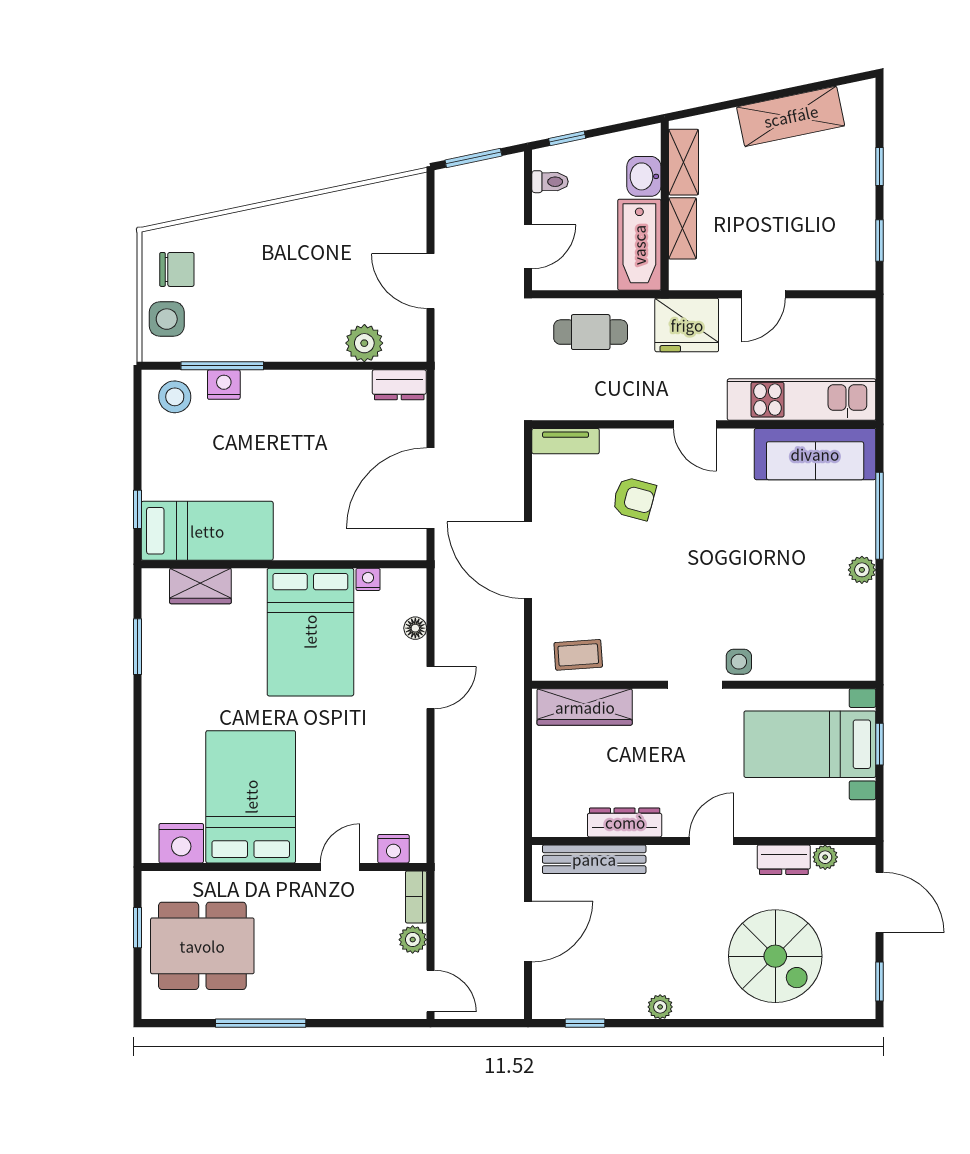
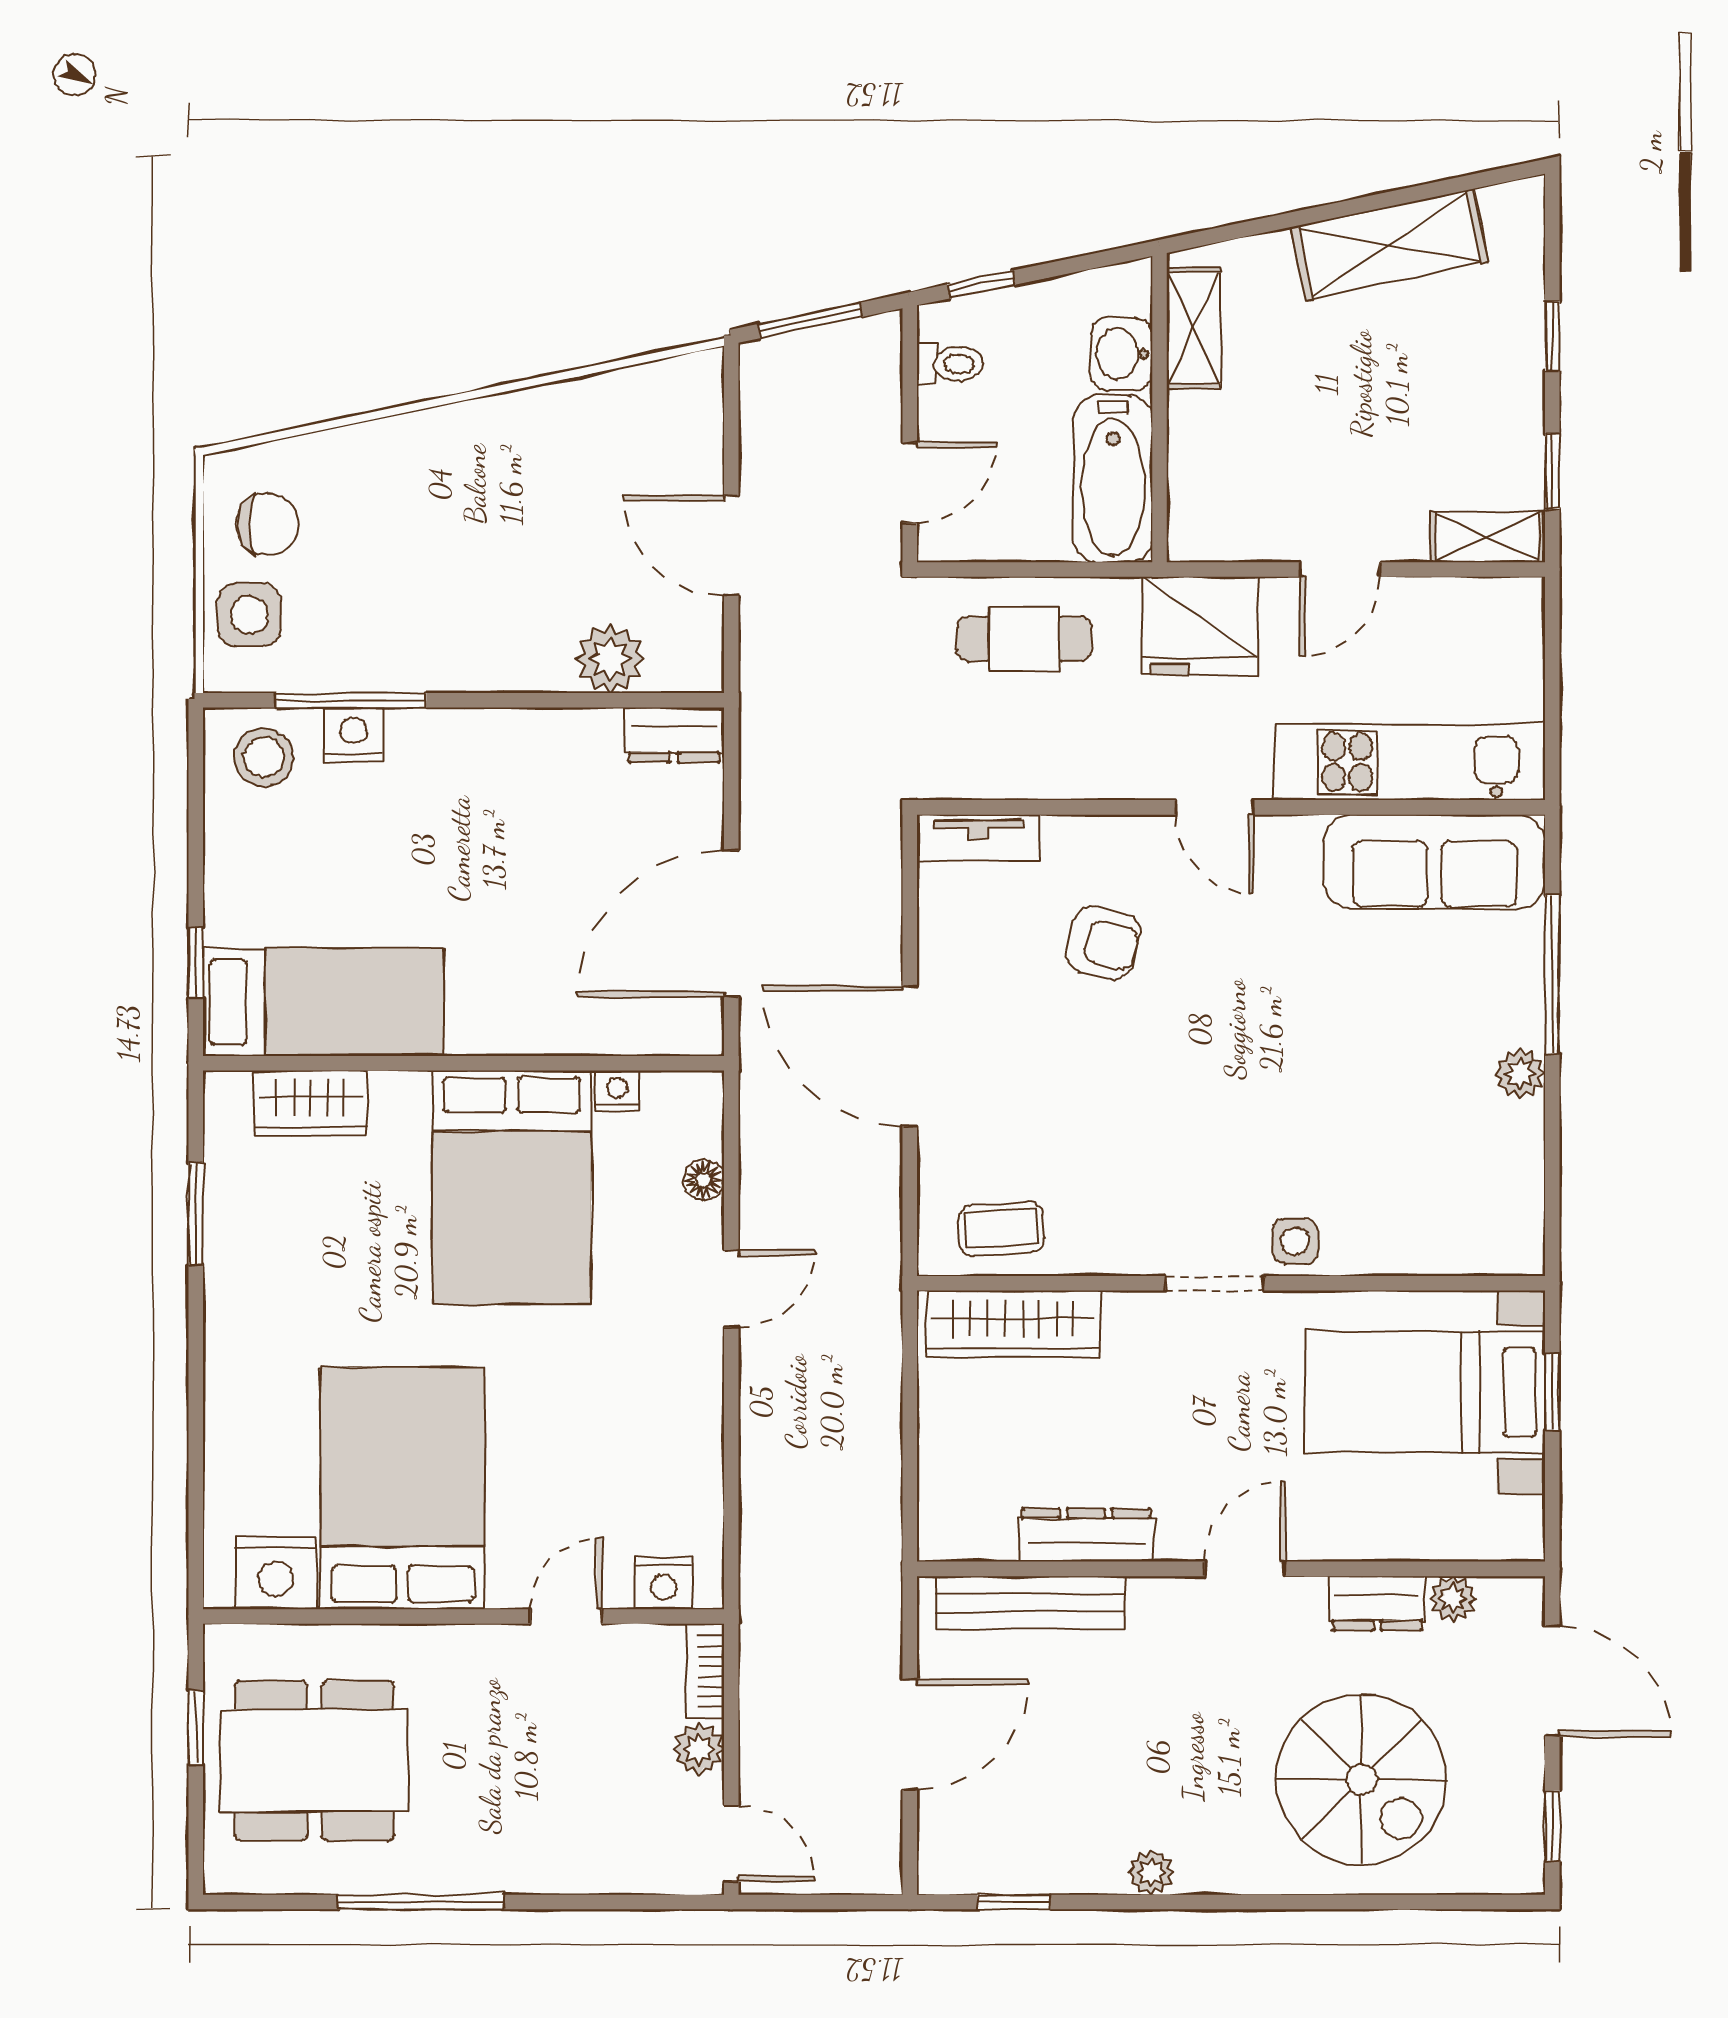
shelving: (682, 228) -> (1487, 537), moved, turned 90

